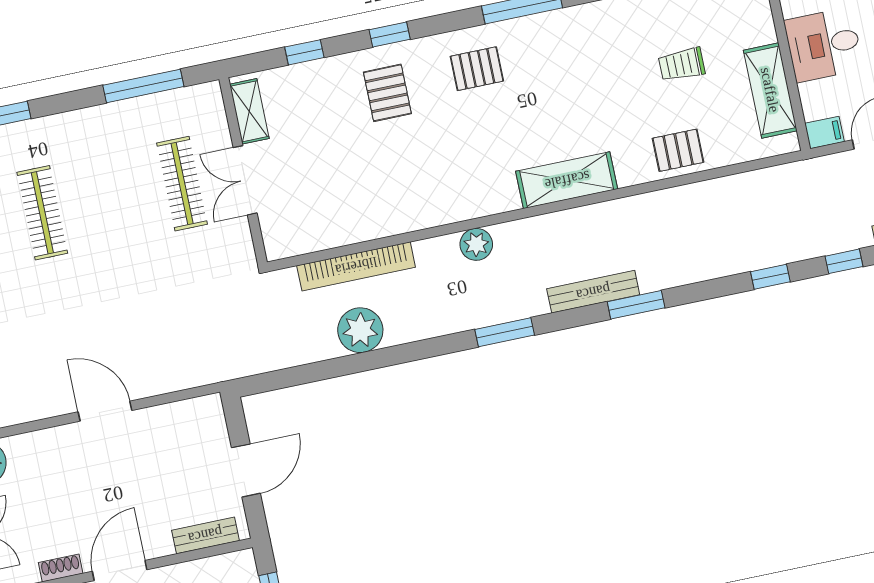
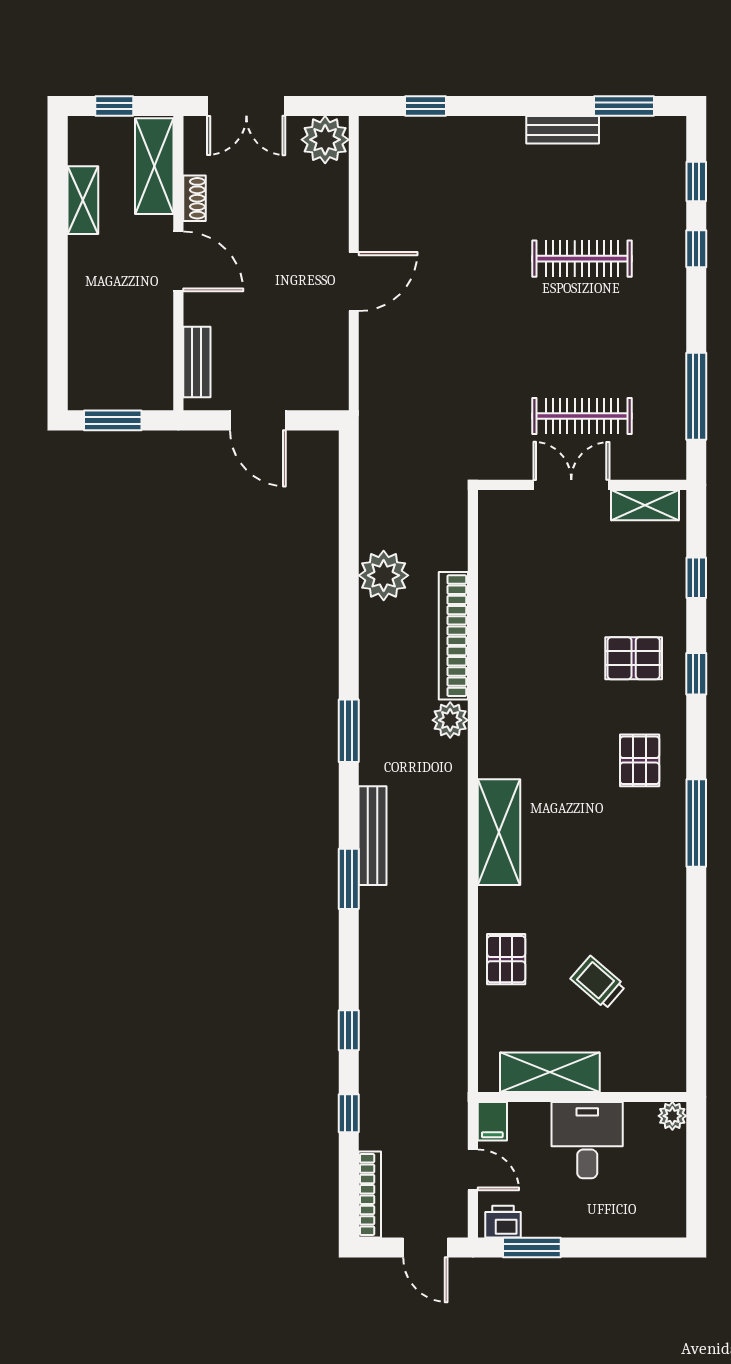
trolley: (682, 64) -> (598, 982), turned -49
bookcase: (356, 266) -> (453, 636), moved

